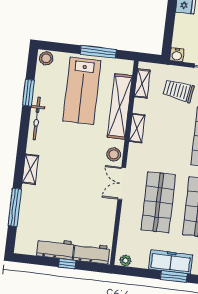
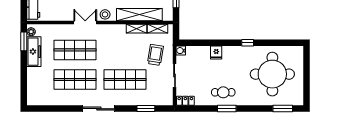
shelving: (137, 128) -> (137, 29), moved
freezer: (171, 262) -> (34, 52), moved
window: (174, 277) -> (24, 41), moved

